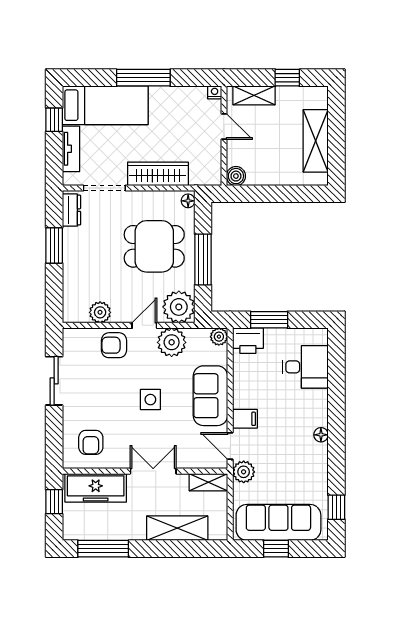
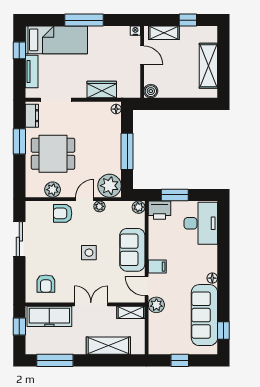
wardrobe: (158, 174) -> (102, 90), width x0.67
dining table: (154, 246) -> (53, 154), moved
plant: (172, 342) -> (99, 206), width x0.53, depth x0.53
desk: (305, 367) -> (201, 223), width x1.37
sofa: (278, 522) -> (204, 315), moved, turned -90

